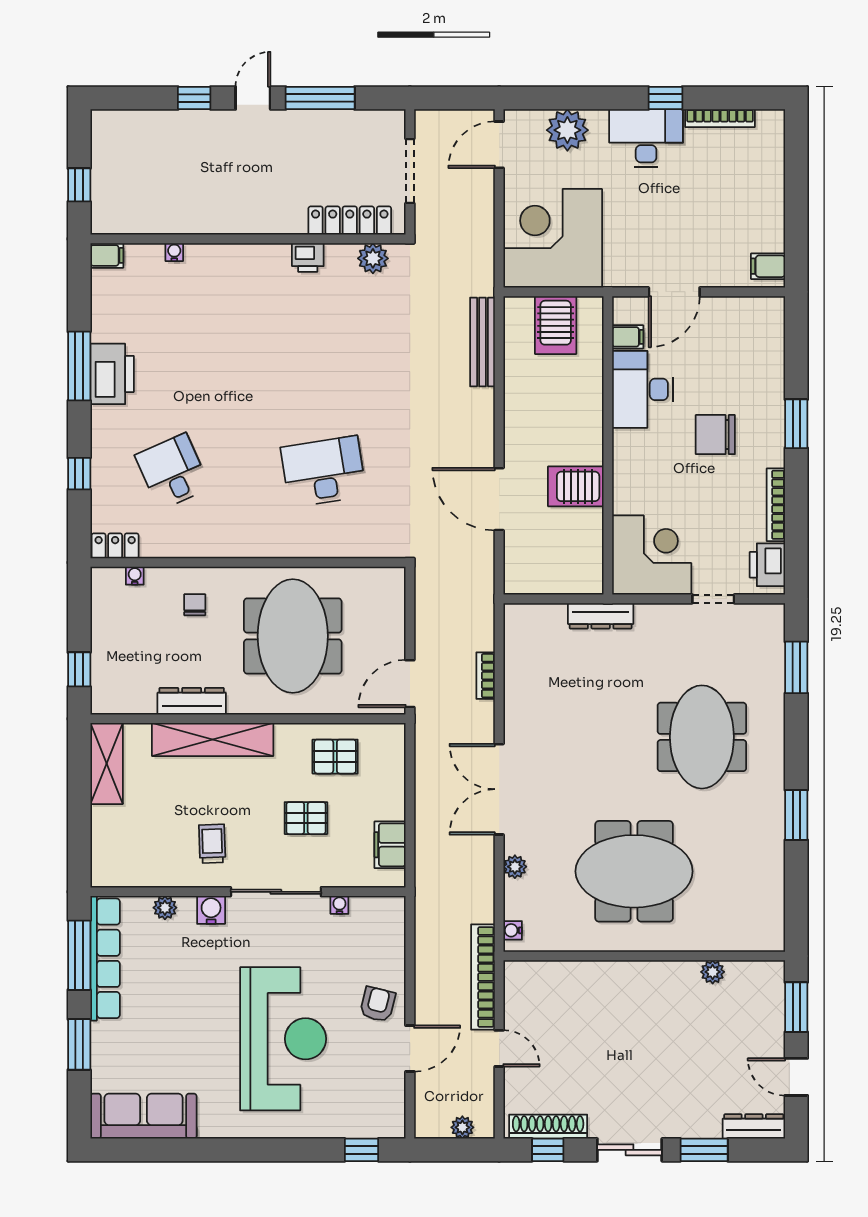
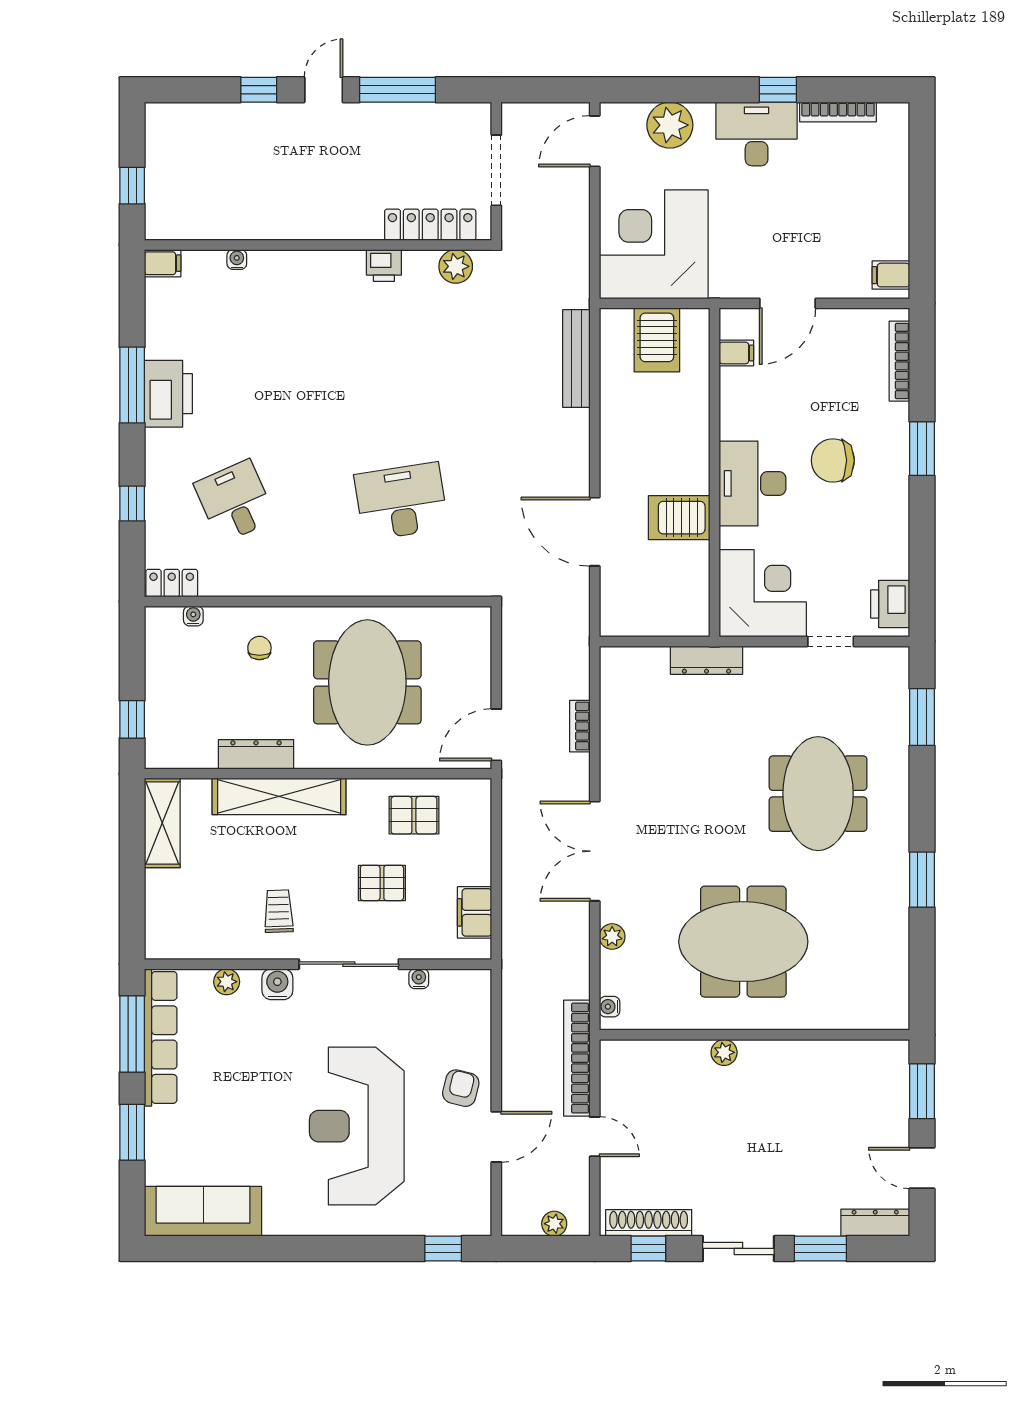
desk: (642, 389) -> (753, 483), moved
bookcase: (776, 505) -> (899, 361), moved
plant: (713, 972) -> (724, 1052), moved
reception desk: (283, 1039) -> (357, 1126), turned 180

